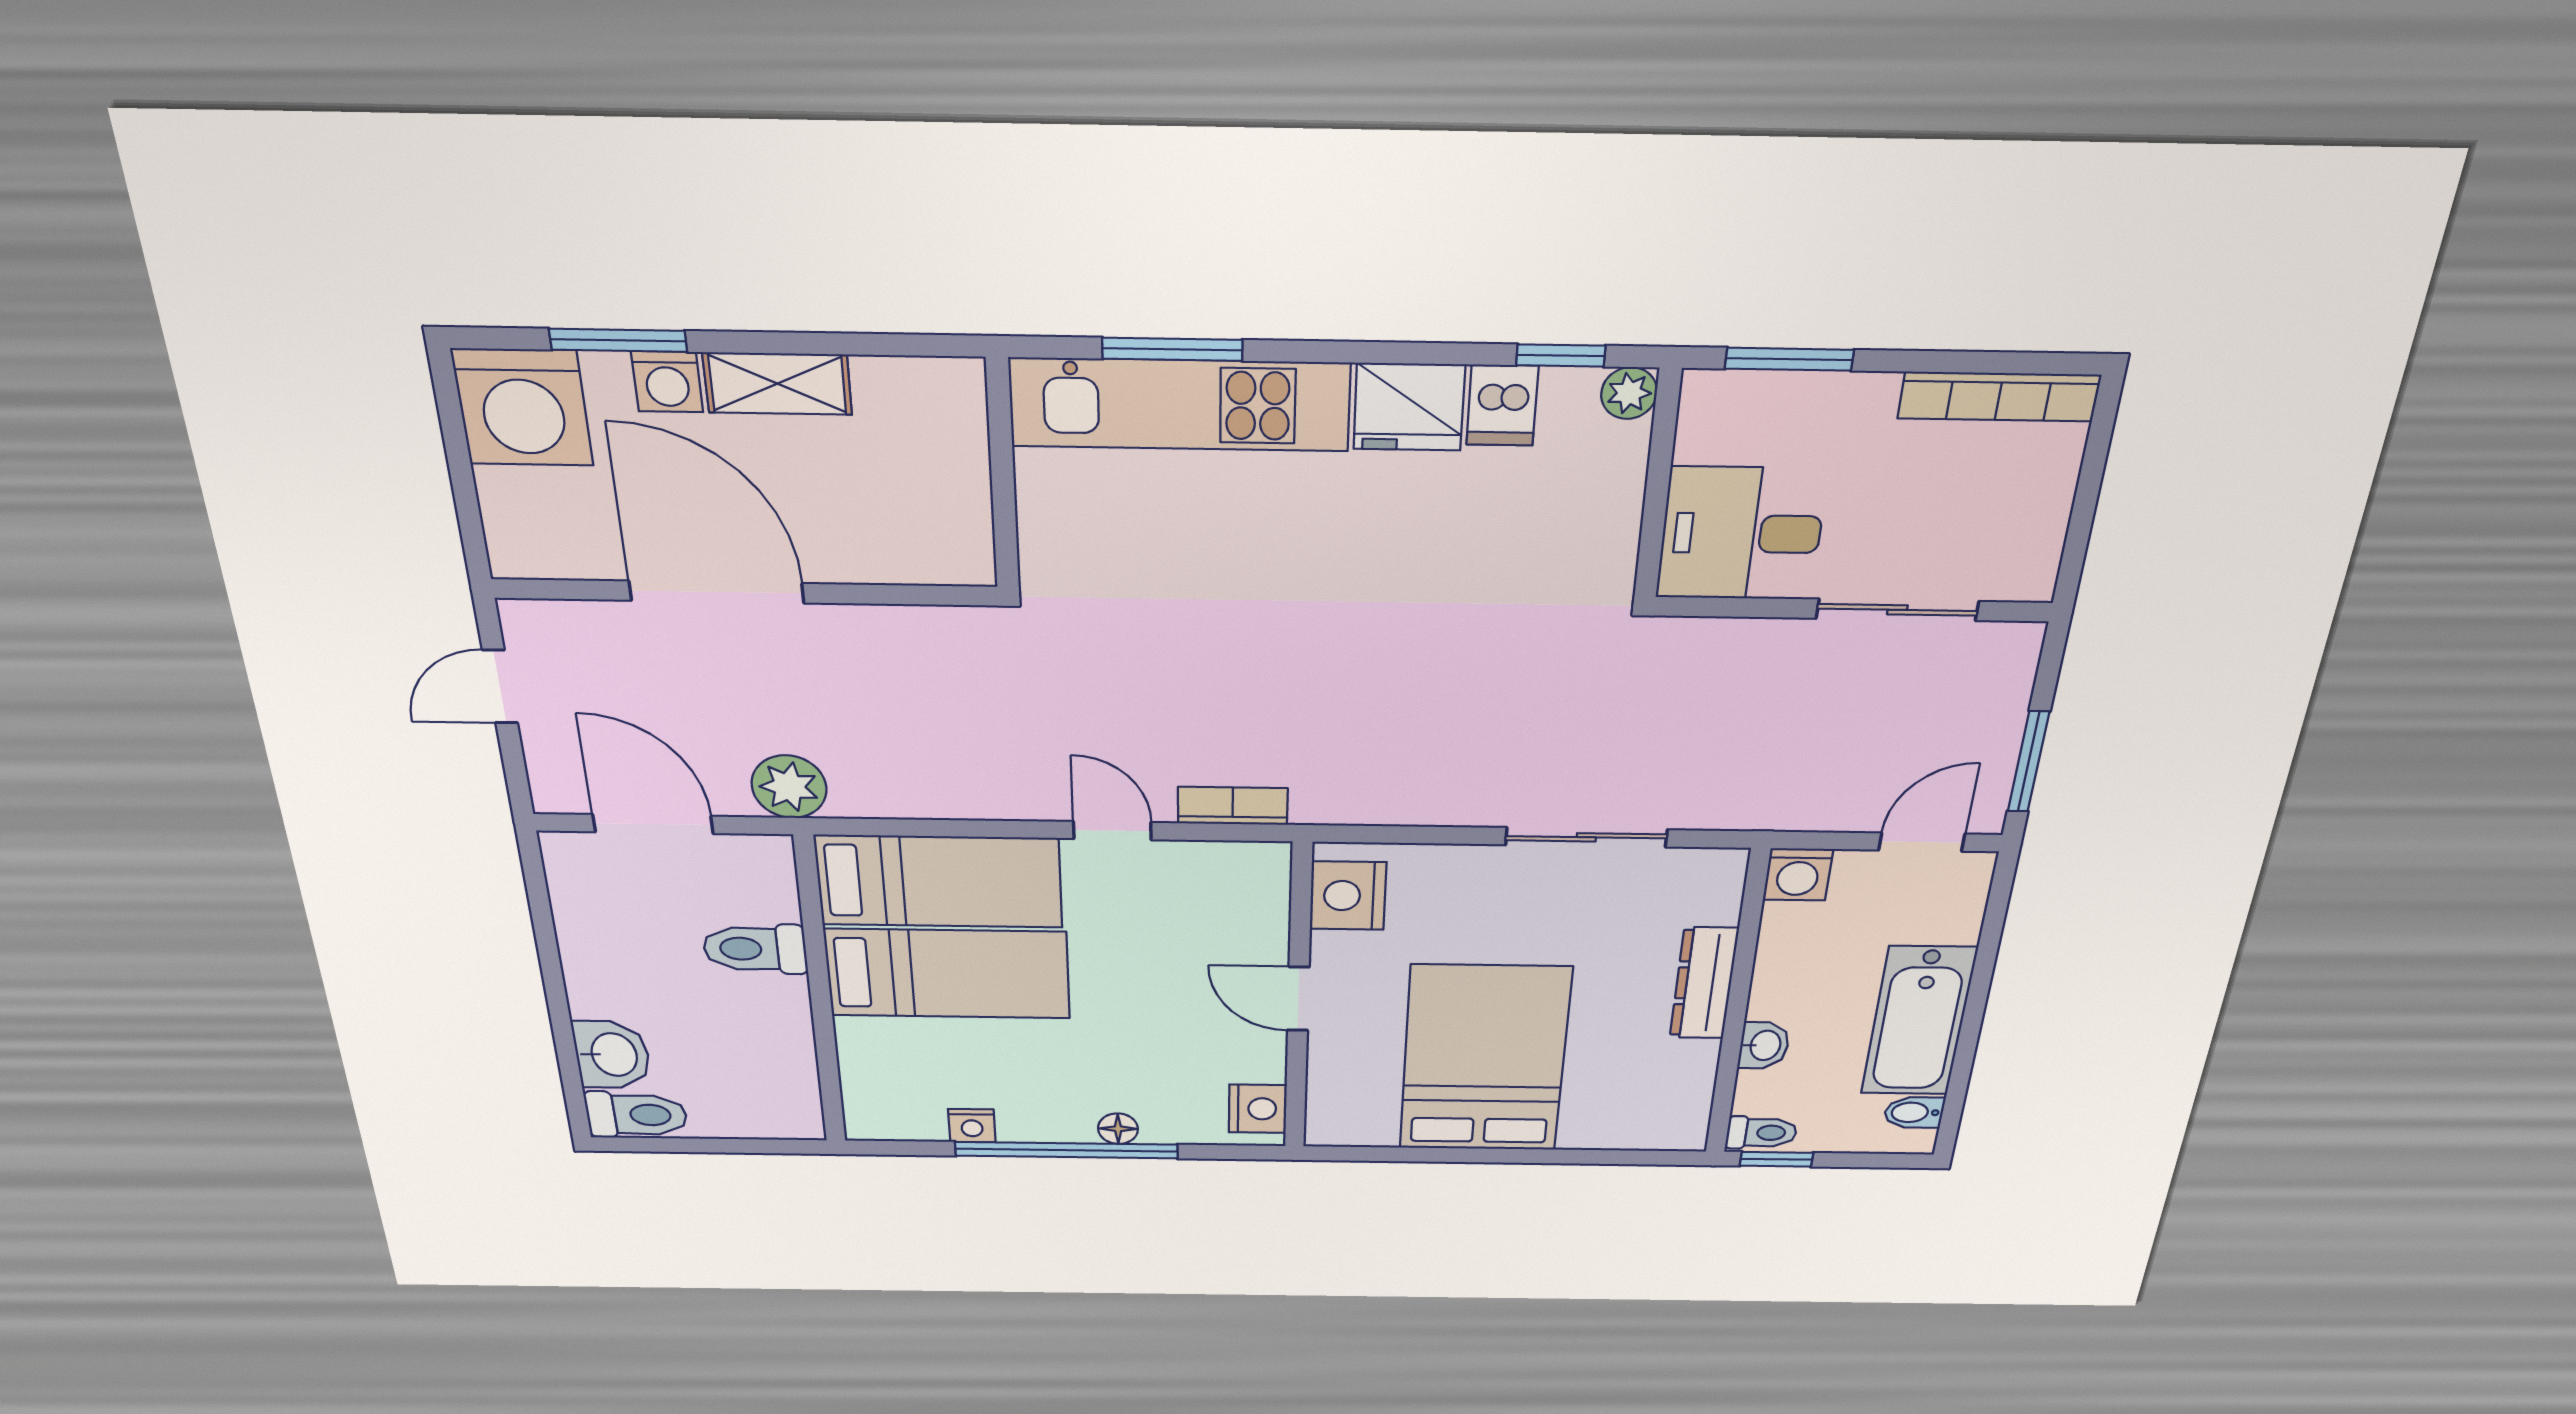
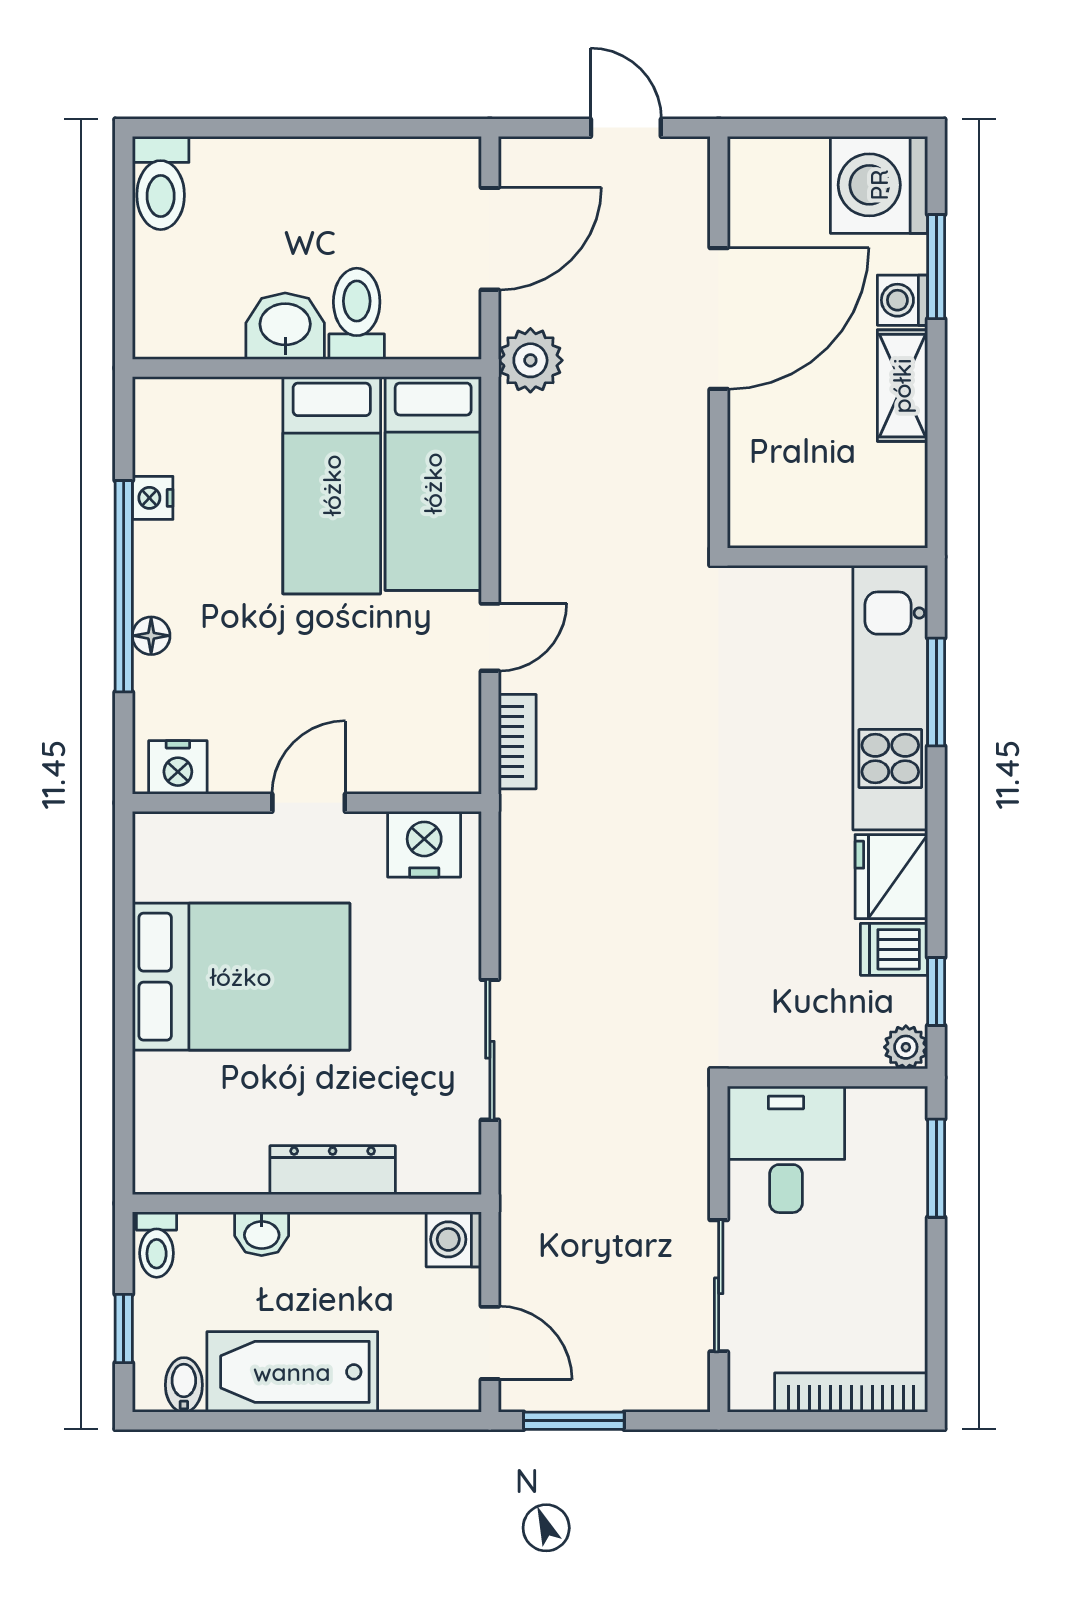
bookcase: (1999, 397) -> (851, 1393), moved, turned 90
washbasin: (612, 1055) -> (285, 326), moved, turned 180
window: (1776, 1159) -> (124, 1329), moved

